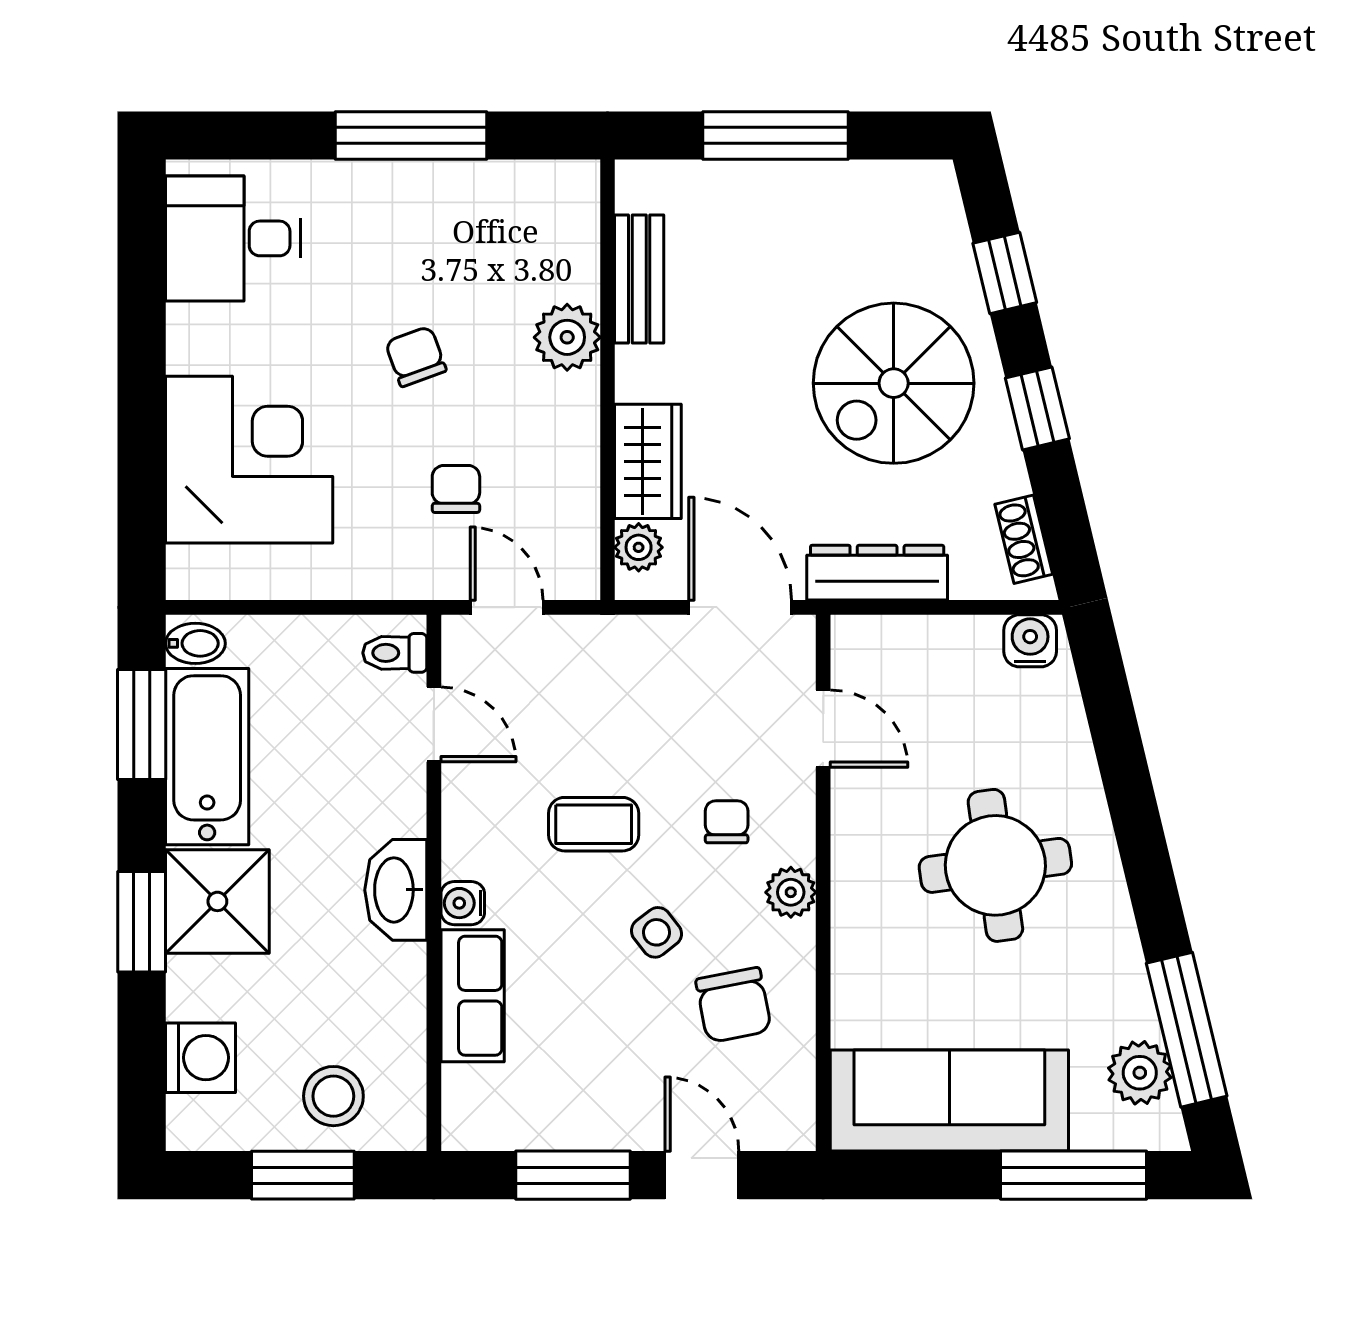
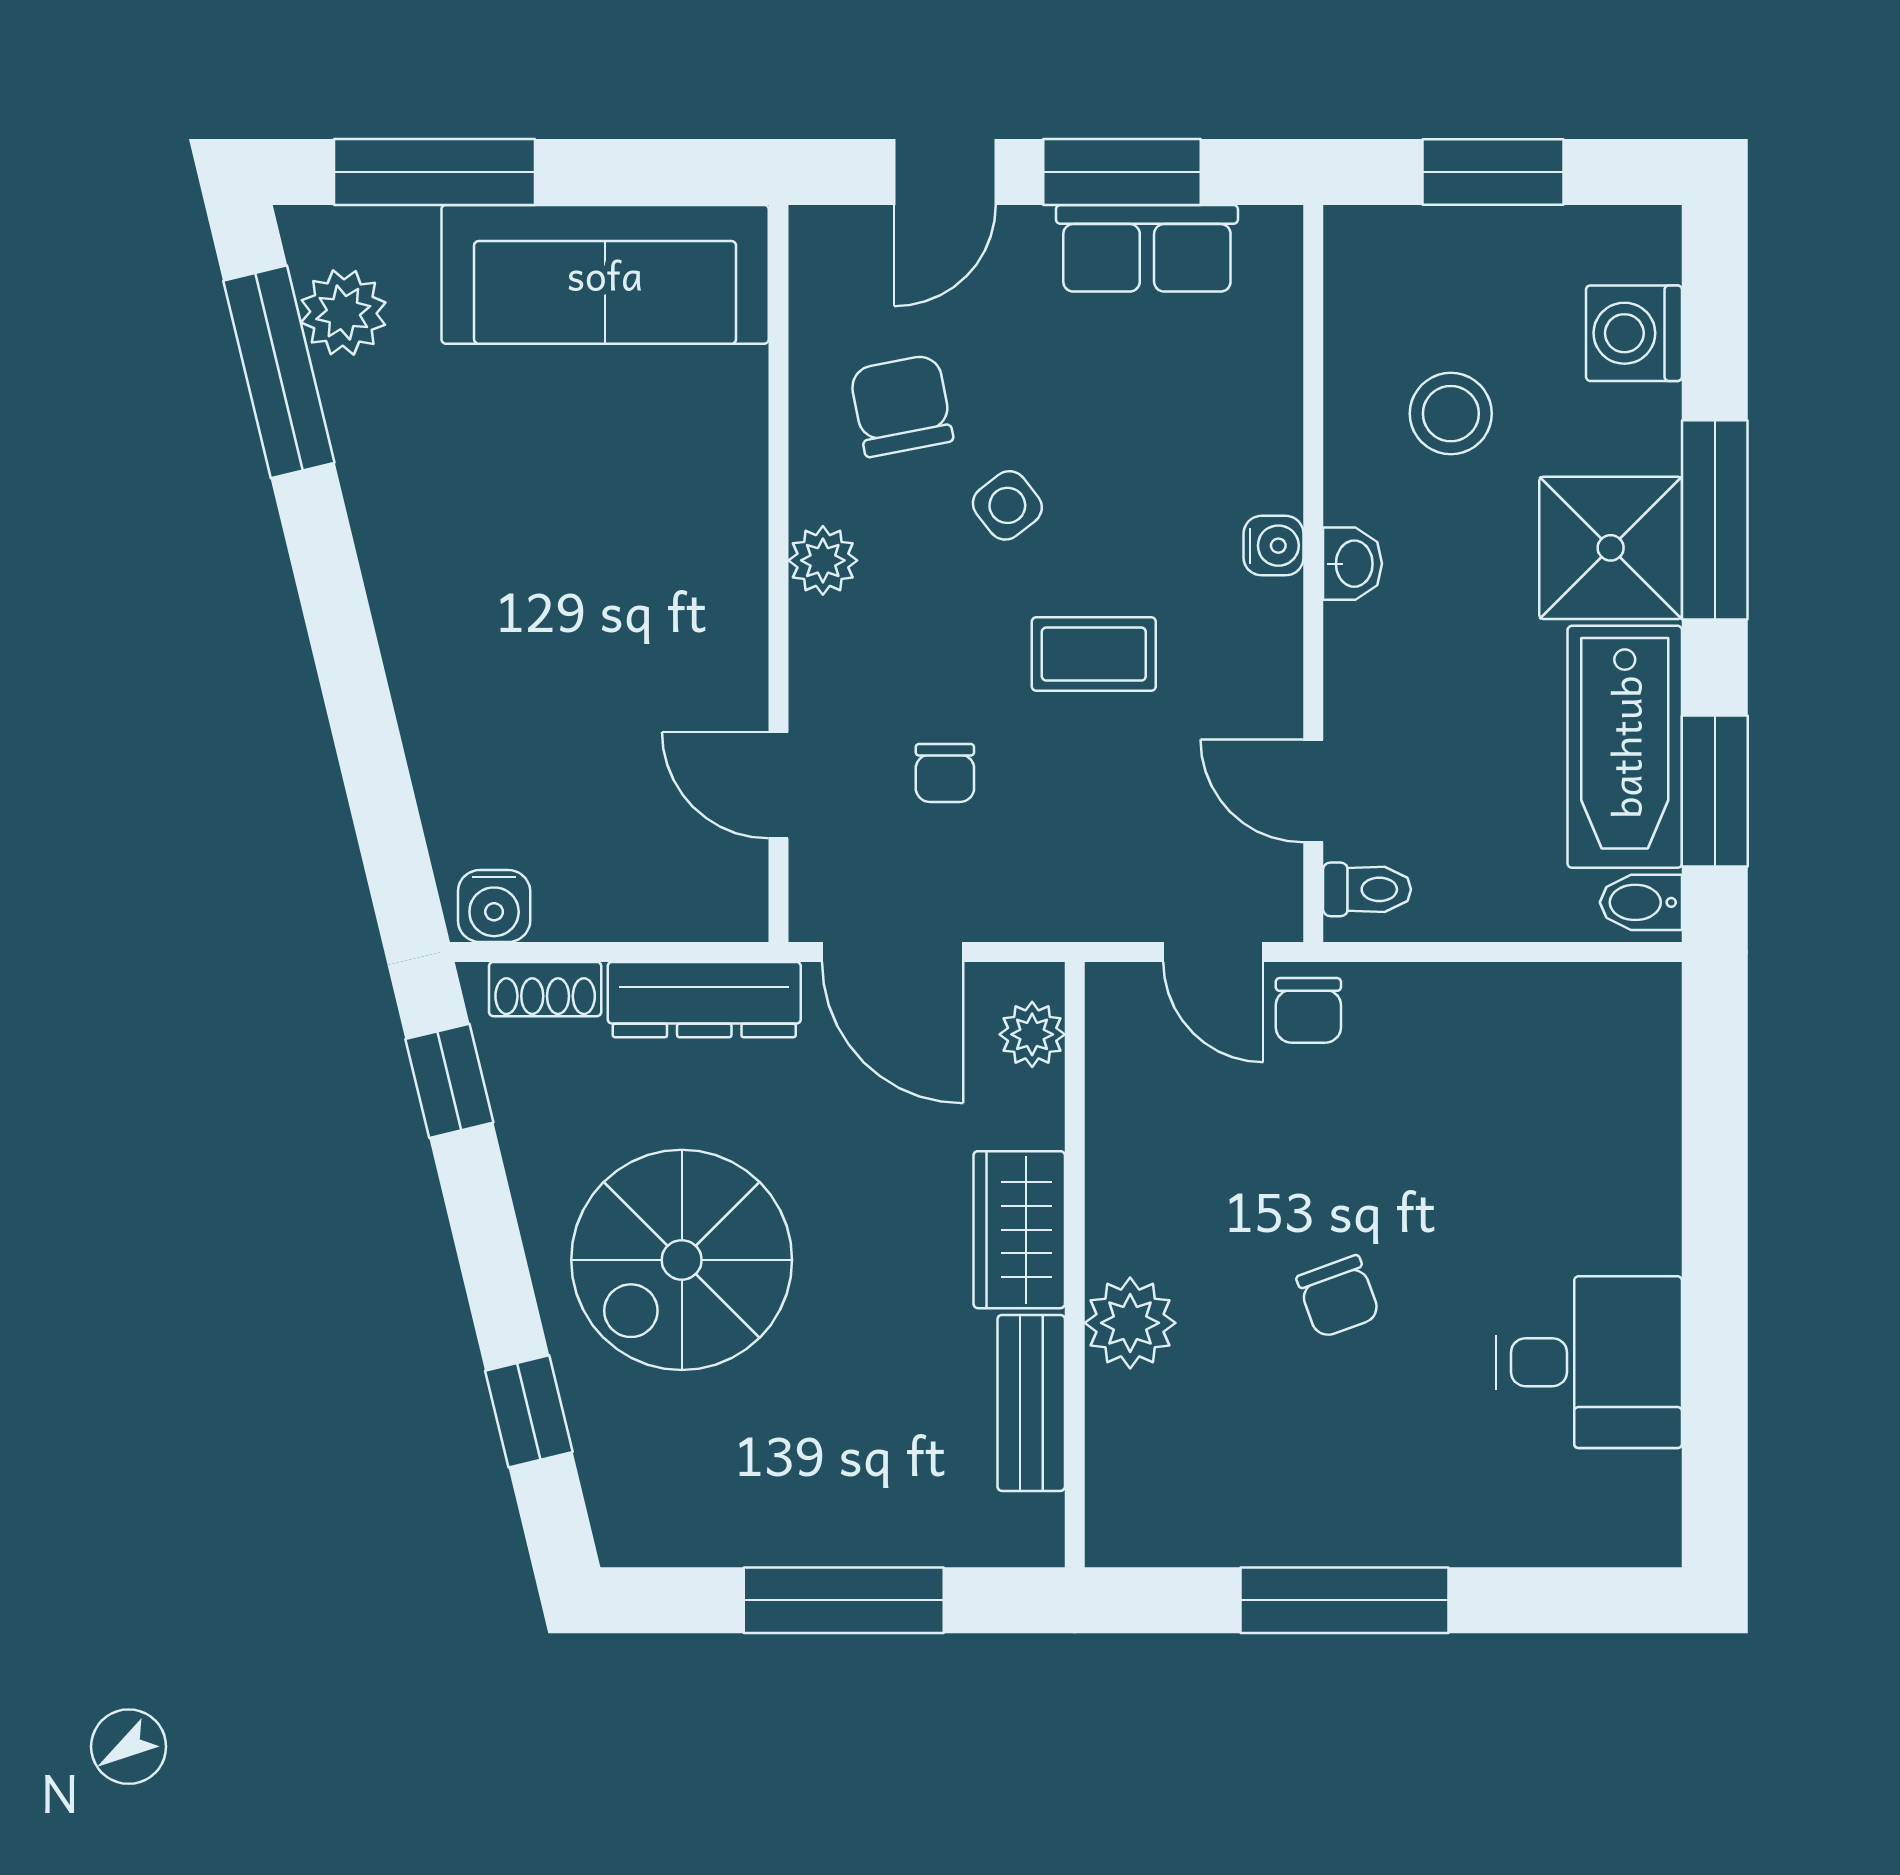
desk: (233, 238) -> (1589, 1362), moved
spiral stairs: (894, 383) -> (682, 1260), turned 180
window: (1037, 408) -> (449, 1081), moved
corner desk: (249, 460) -> (1567, 1155), removed
wardrobe: (648, 461) -> (1019, 1230), moved
chair: (456, 489) -> (1308, 1010), moved
shoe rack: (1024, 539) -> (545, 989), moved, turned 104
chair: (727, 822) -> (945, 773), moved
round table: (995, 865) -> (542, 597), removed
washbasin: (396, 890) -> (1352, 564), width x0.52, depth x0.69
window: (142, 922) -> (1715, 520), width x1.44
row of seats: (473, 996) -> (1147, 248), moved, turned -90
stool: (333, 1096) -> (1451, 414), moved
door: (702, 1175) -> (945, 172), hinge flipped

